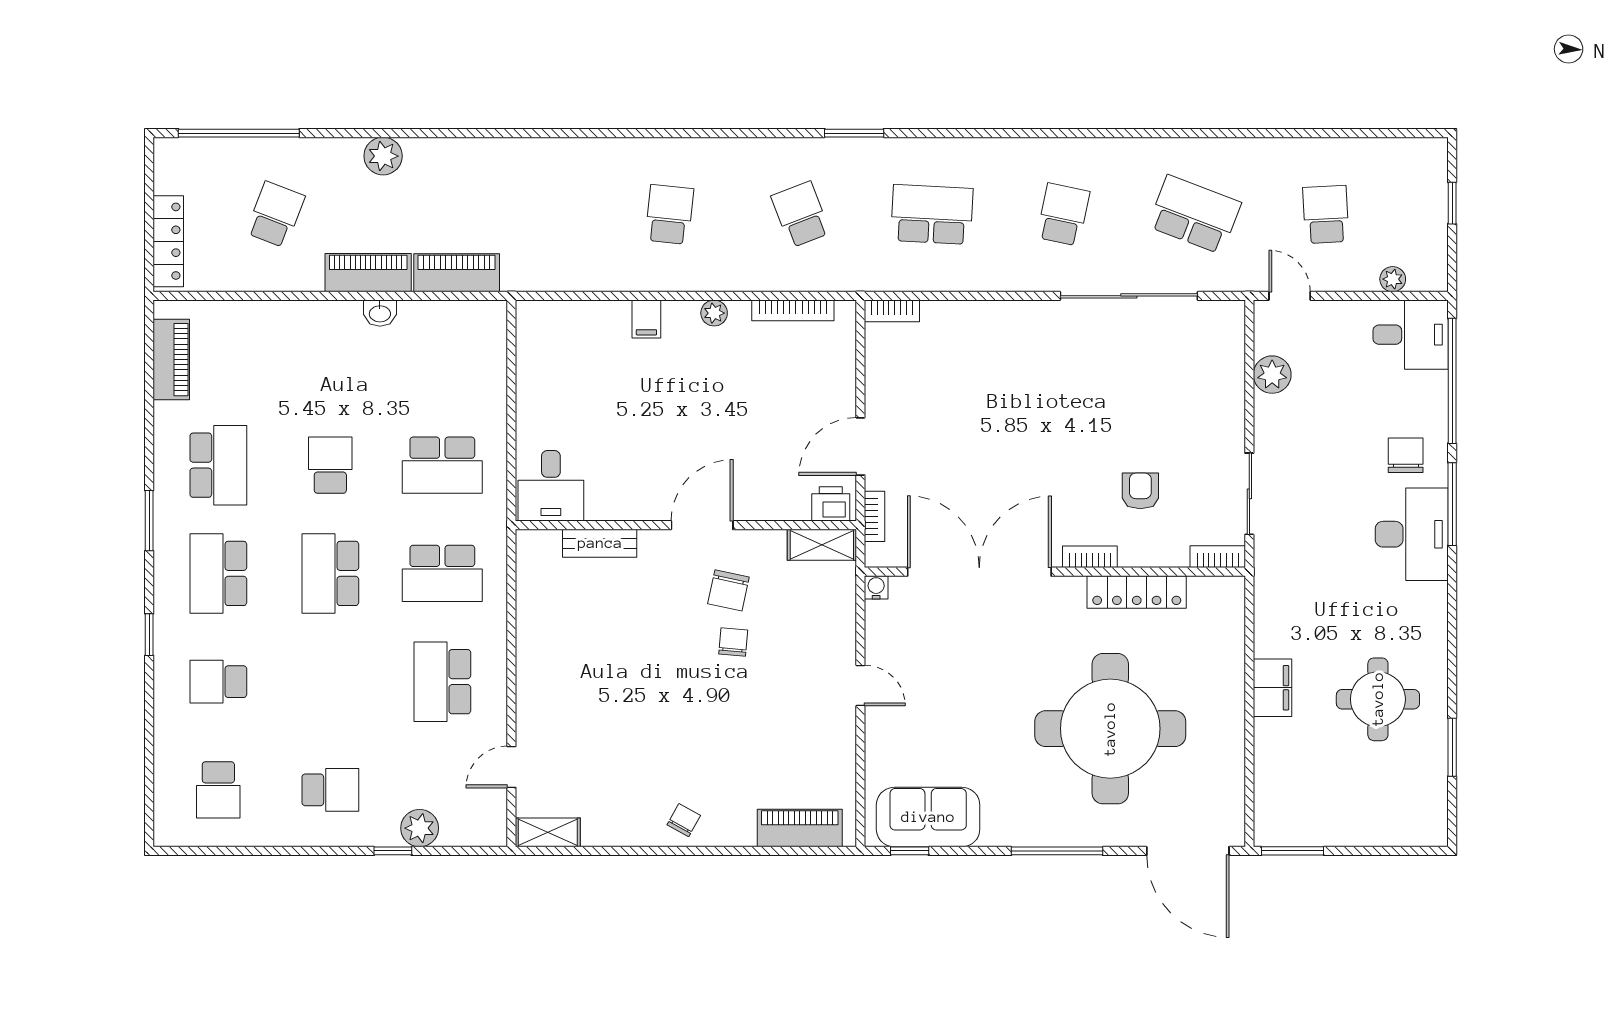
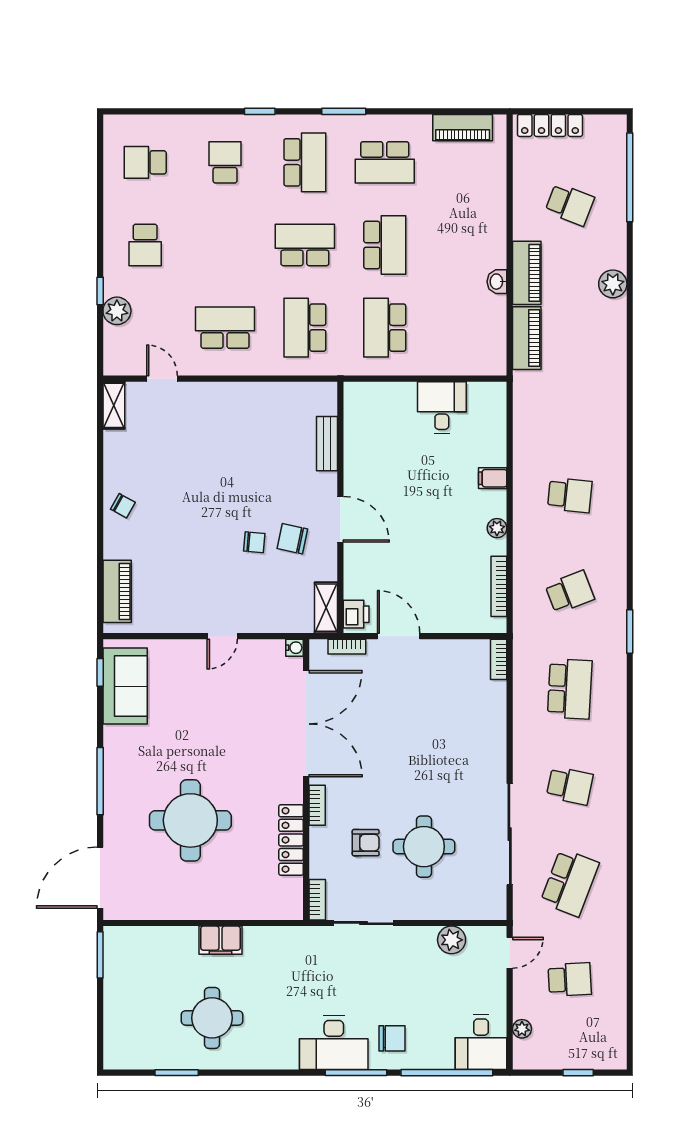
round table: (1146, 412) -> (424, 847), added
school desk: (330, 465) -> (385, 245), width x1.85
desk: (551, 486) -> (442, 408), moved, turned 90
school desk: (218, 573) -> (305, 162), turned 90
round table: (1110, 729) -> (190, 820), width x0.73, depth x0.73

